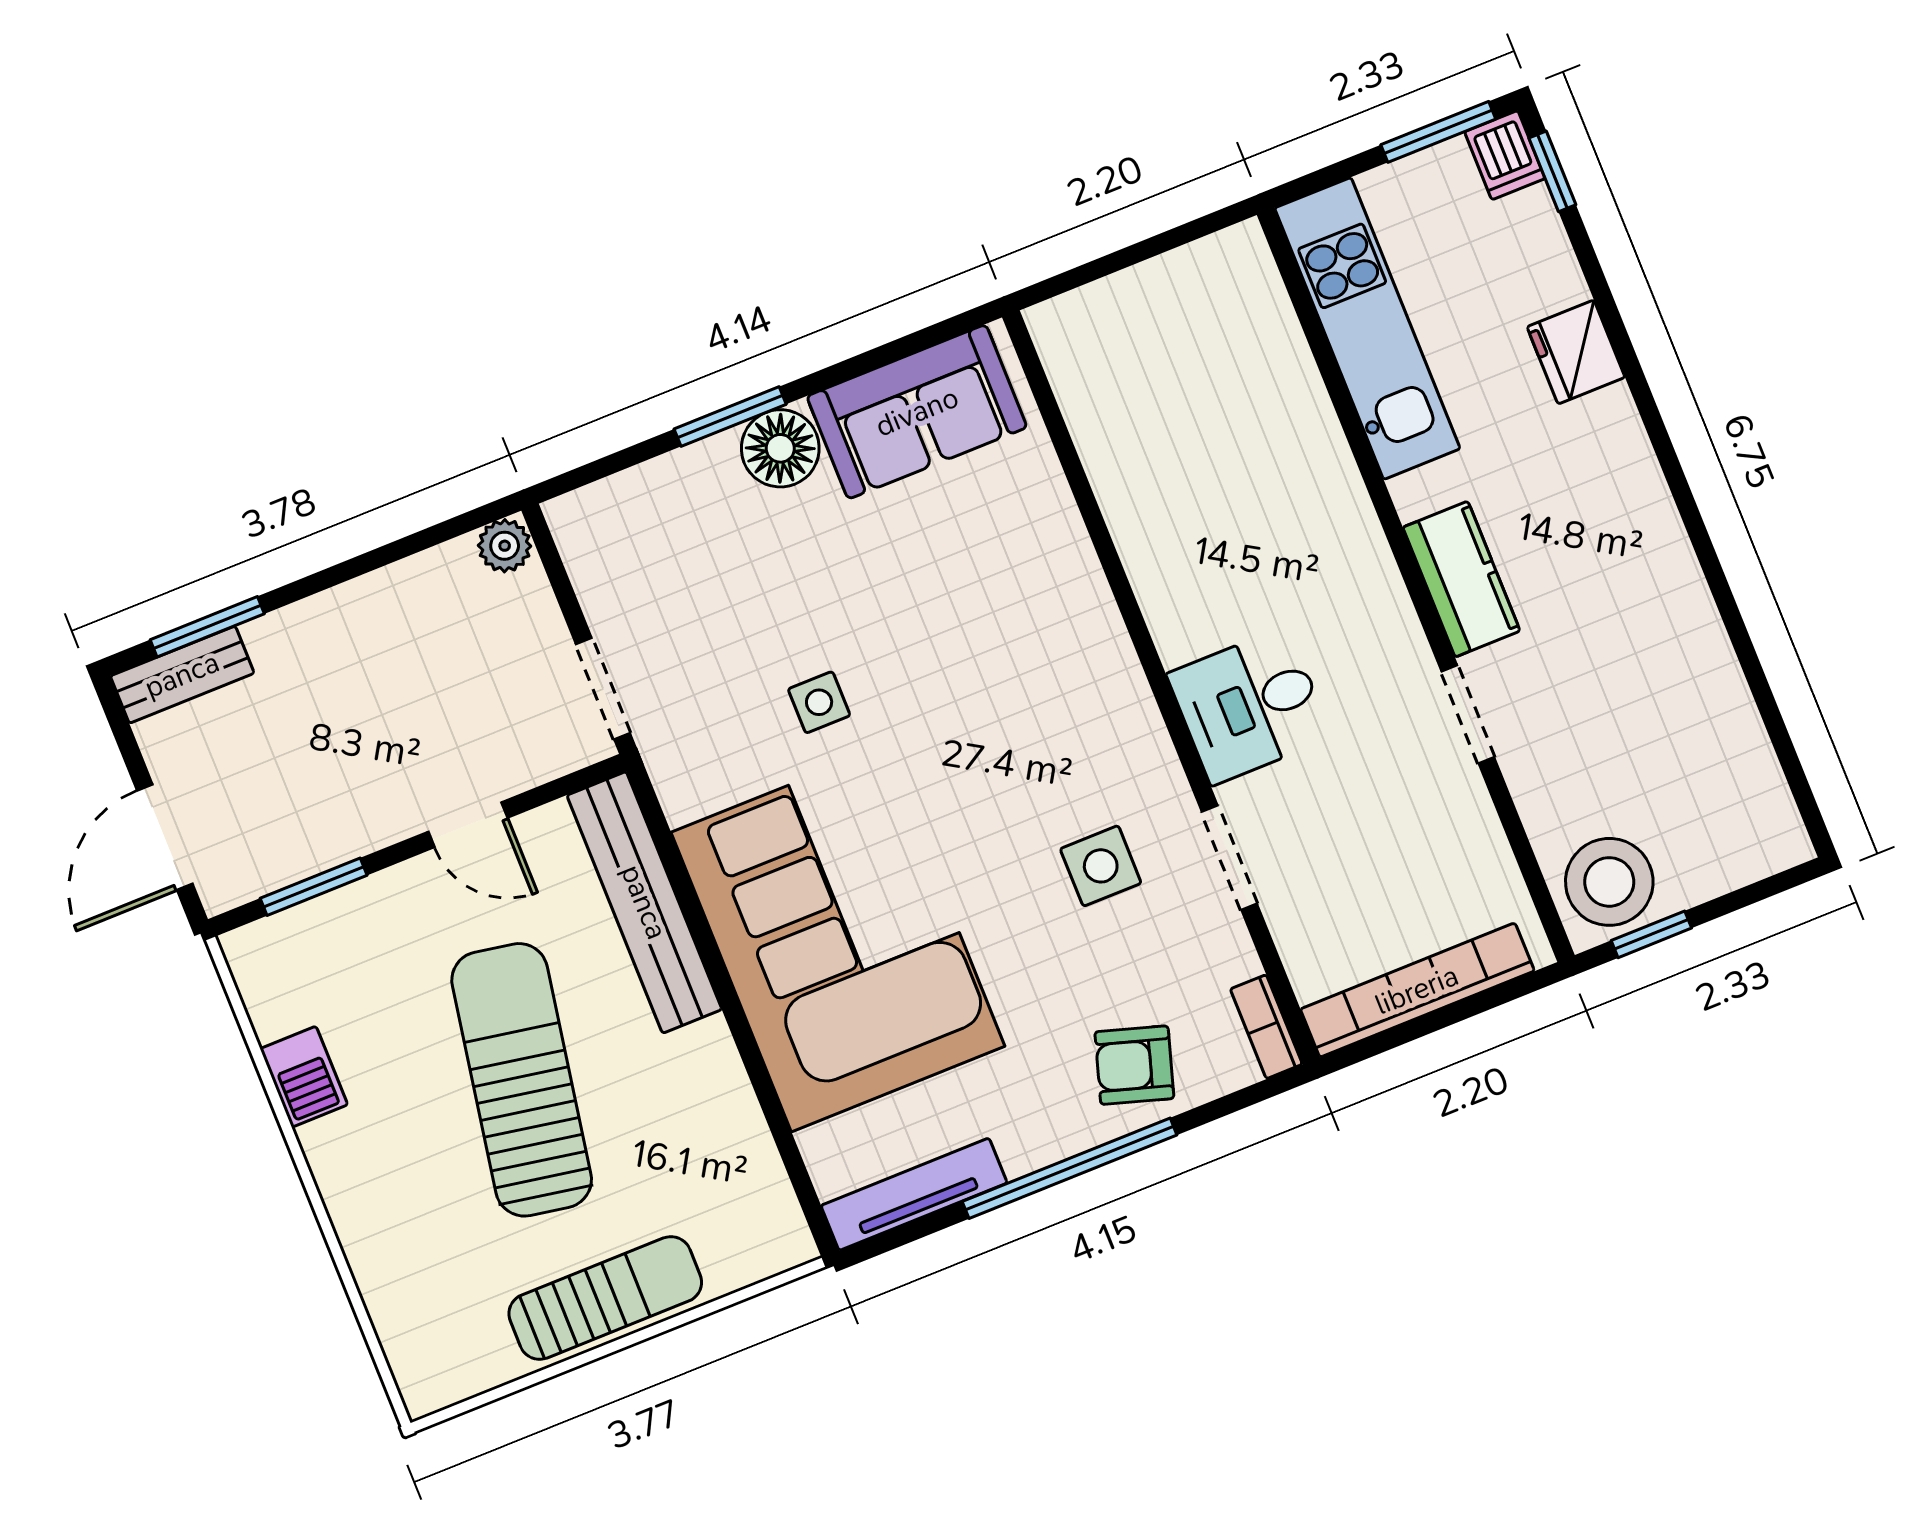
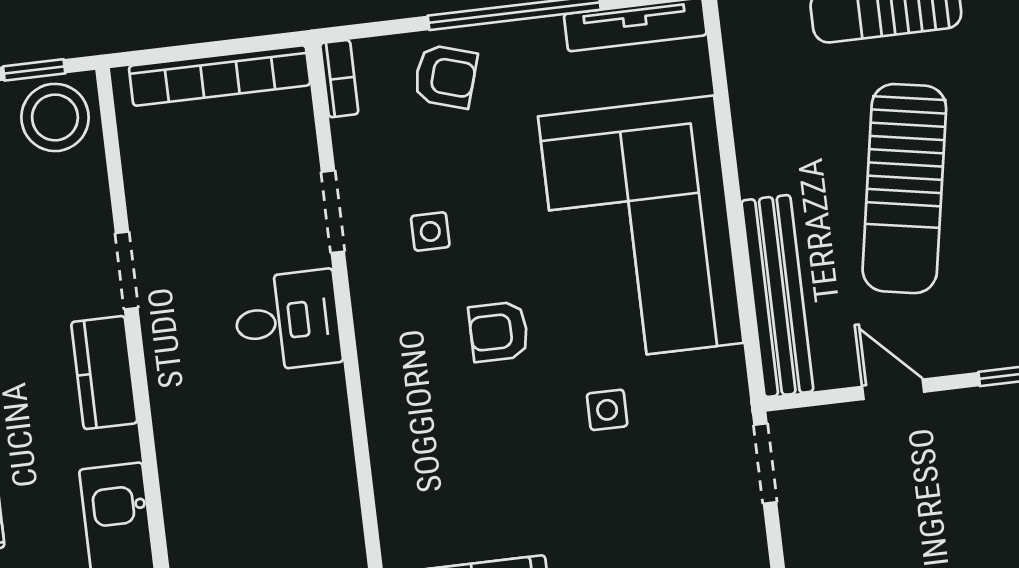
armchair: (981, 764) -> (499, 332), added
side table: (1101, 866) -> (430, 231), width x0.73, depth x0.73

